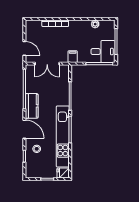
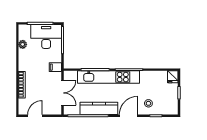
door: (24, 48) -> (35, 116), moved
desk: (103, 52) -> (46, 36), width x1.37
kitchen counter: (32, 106) -> (99, 108), width x1.50
kitchen unit: (63, 136) -> (109, 77), moved

